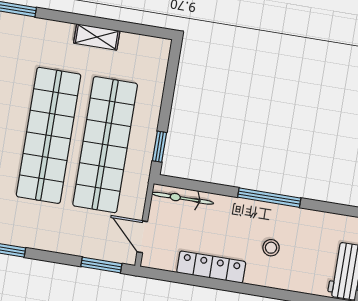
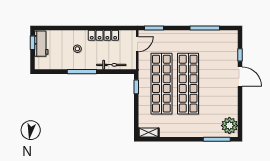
shelving: (97, 37) -> (149, 133), moved
bicycle: (183, 198) -> (111, 65), moved
door: (142, 237) -> (137, 44), hinge flipped

